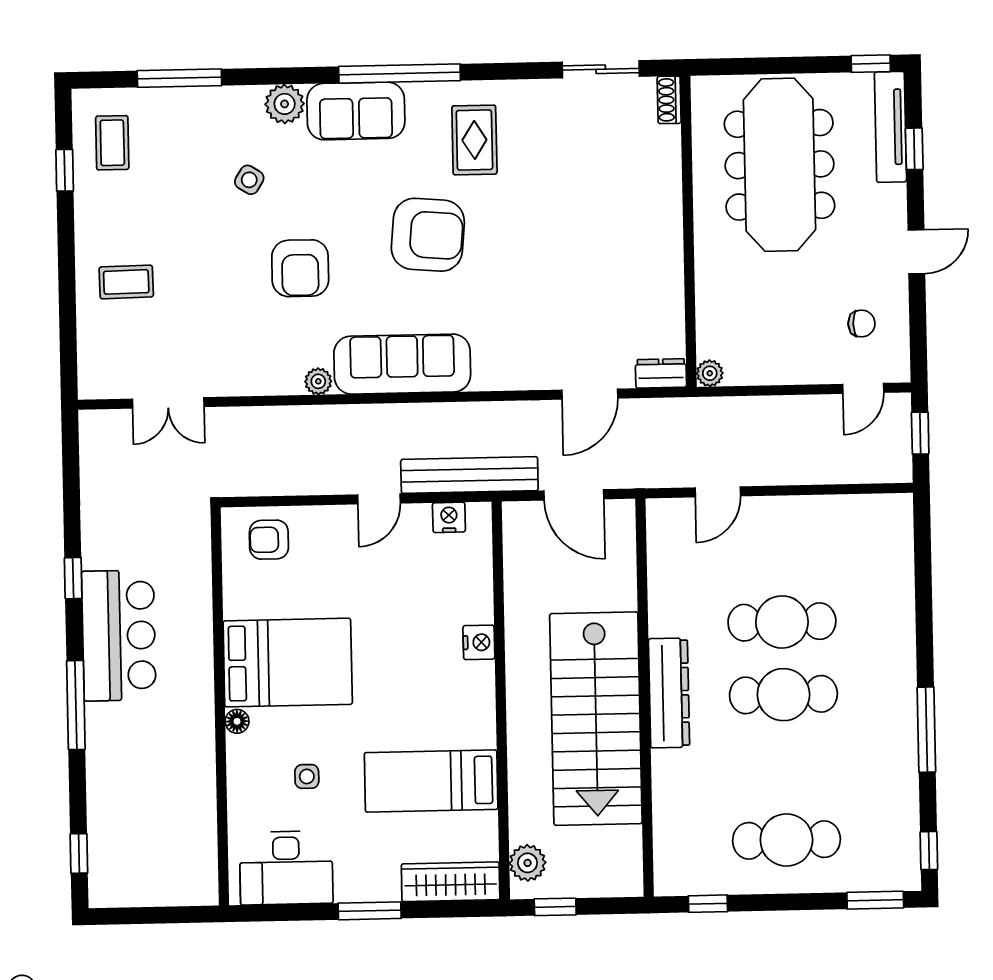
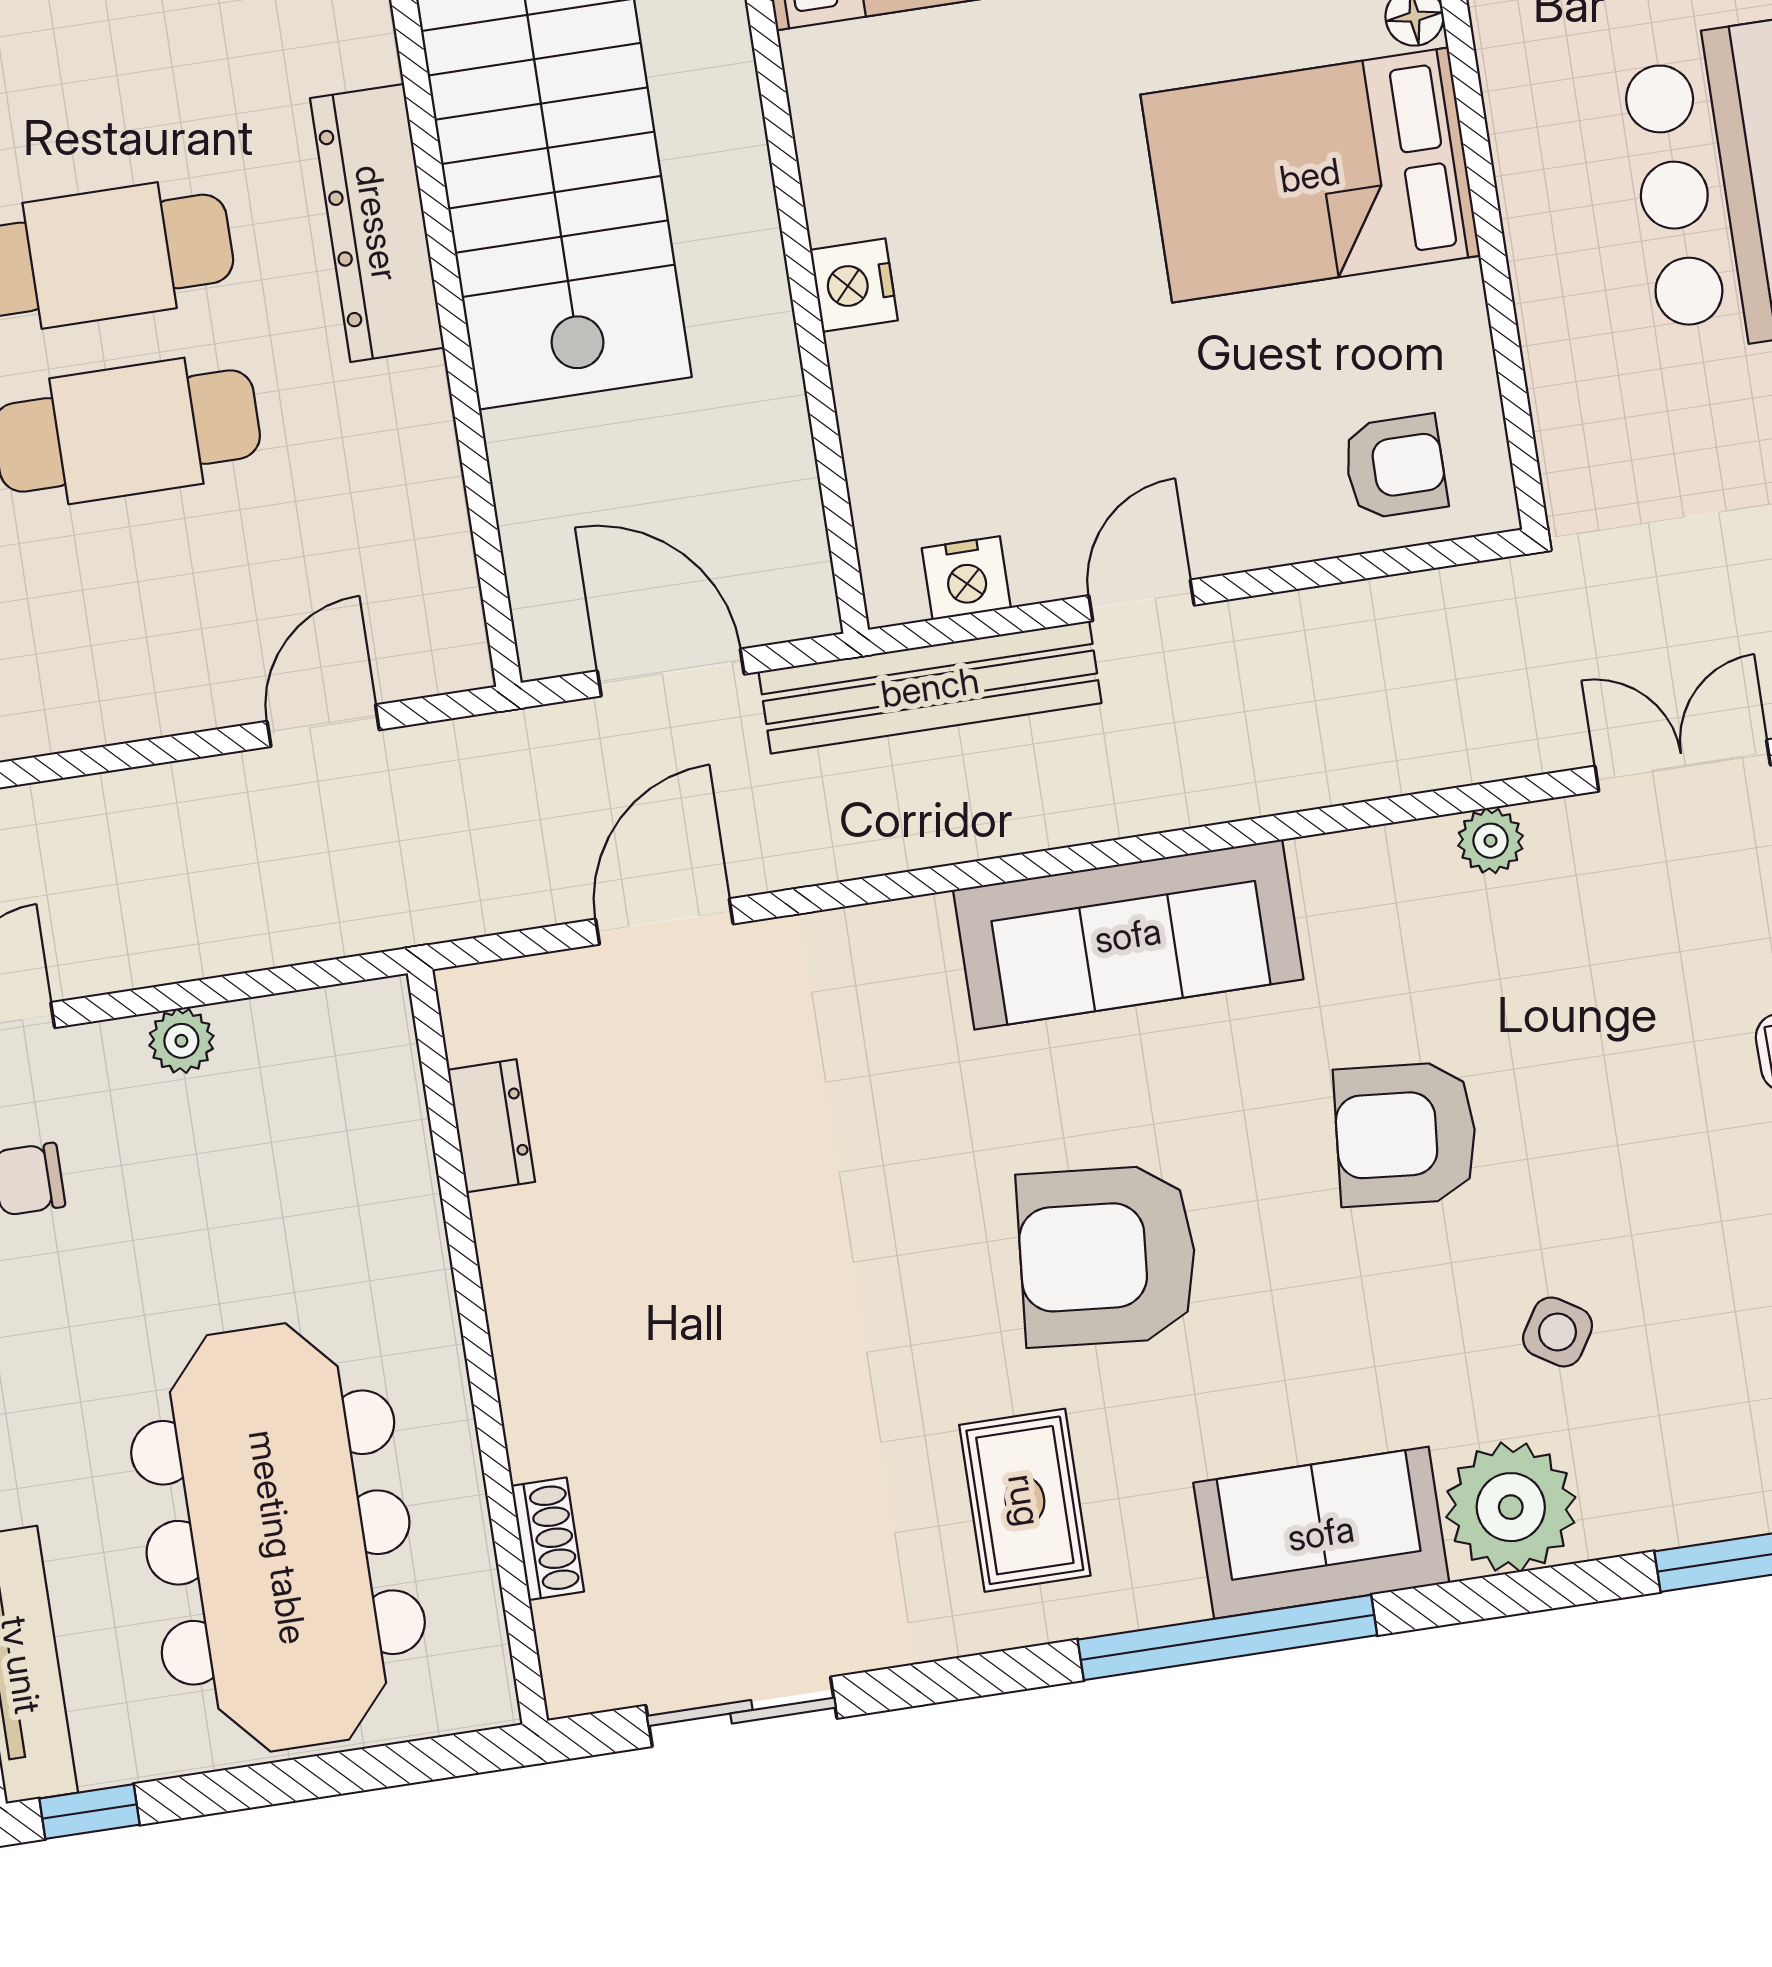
shoe rack: (669, 100) -> (548, 1539), moved
plant: (285, 104) -> (1511, 1507), width x1.36, depth x1.36
armchair: (300, 268) -> (1406, 1134), turned -85
dresser: (661, 373) -> (491, 1126), moved, turned -90
plant: (710, 373) -> (181, 1041), moved
plant: (318, 381) -> (1491, 841), moved

